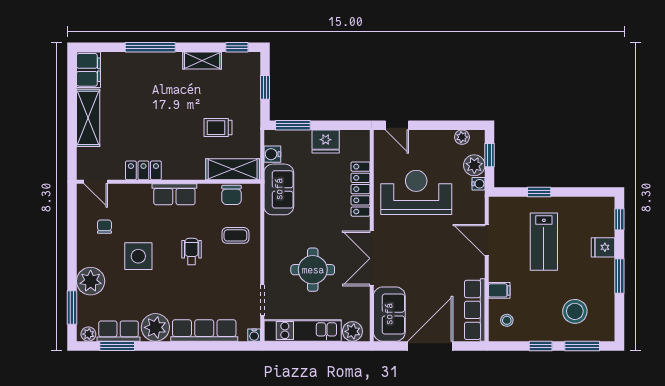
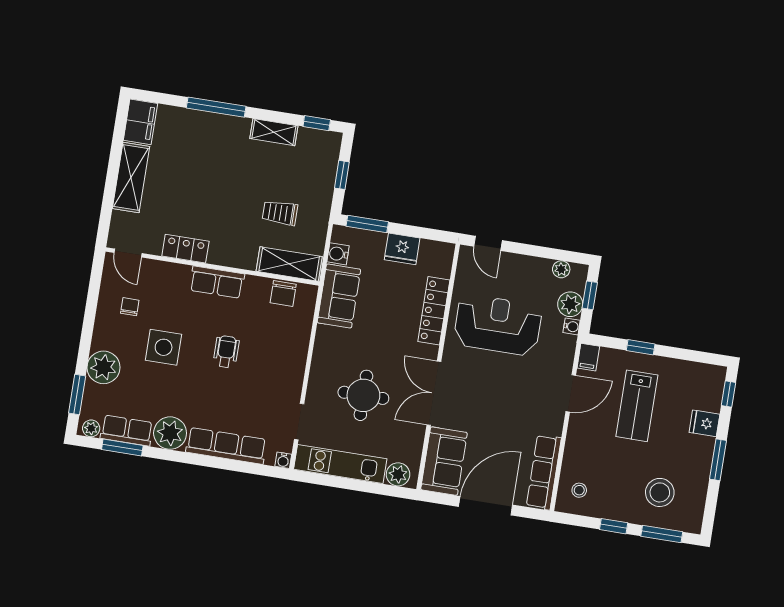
coffee table: (235, 235) -> (280, 341), removed
door: (487, 240) -> (571, 393), swing flipped
filing cabinet: (499, 290) -> (588, 357), moved, turned 90

